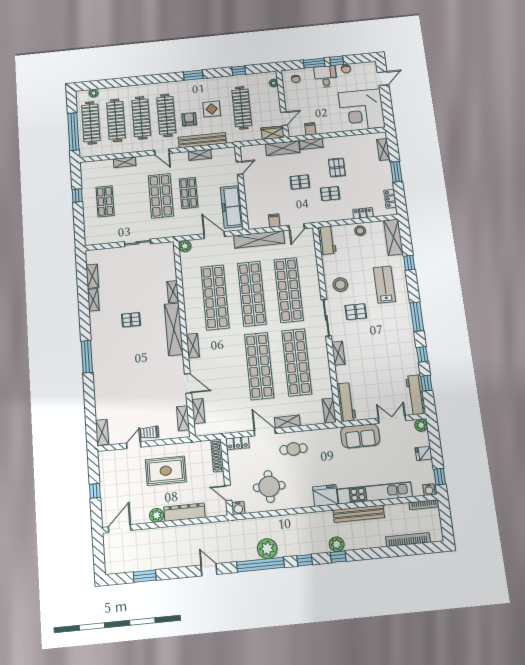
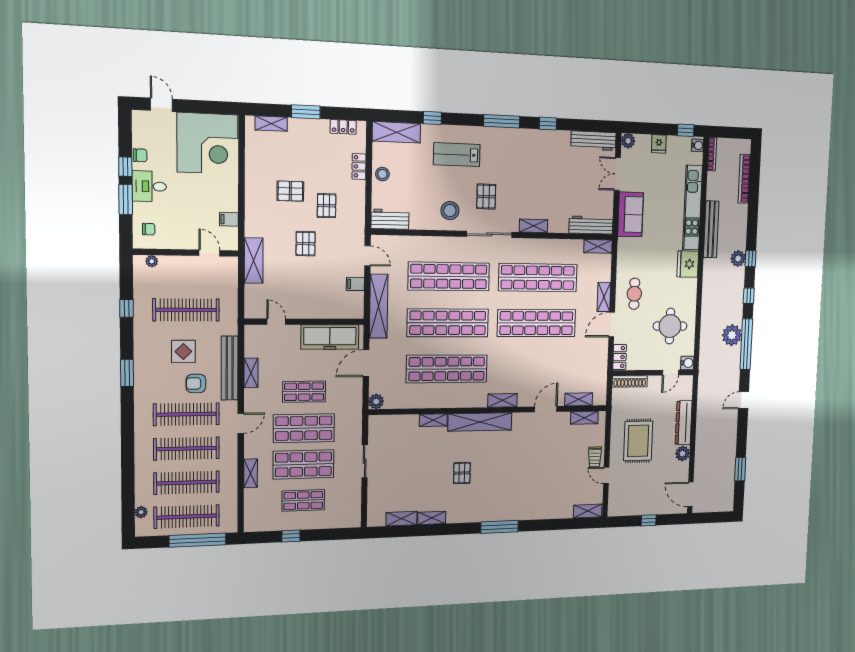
wardrobe: (273, 133) -> (229, 272), removed
shelving: (311, 144) -> (252, 221), removed
shop shelf: (133, 199) -> (304, 464), added
window: (426, 383) -> (582, 125), removed

